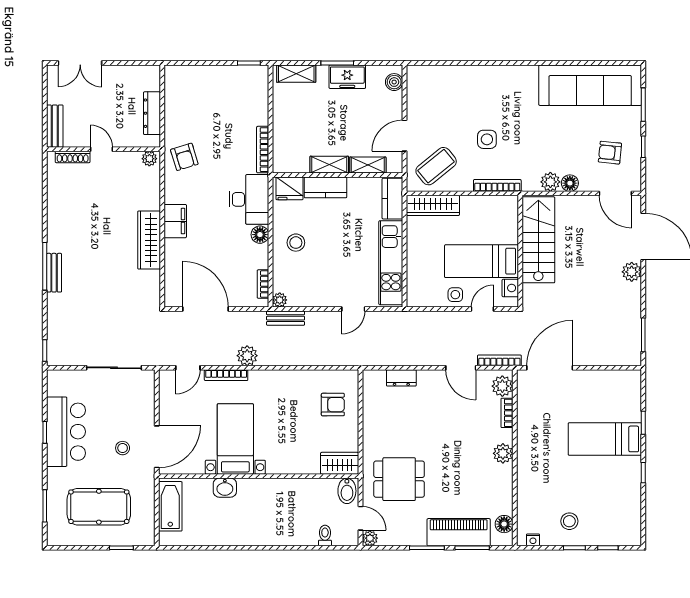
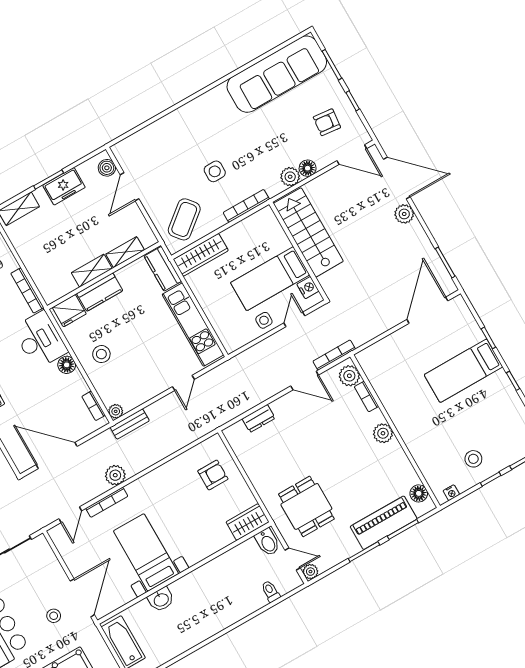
door: (405, 136) -> (130, 187), moved
door: (550, 368) -> (427, 310), moved
dining table: (399, 479) -> (306, 506), turned 90

